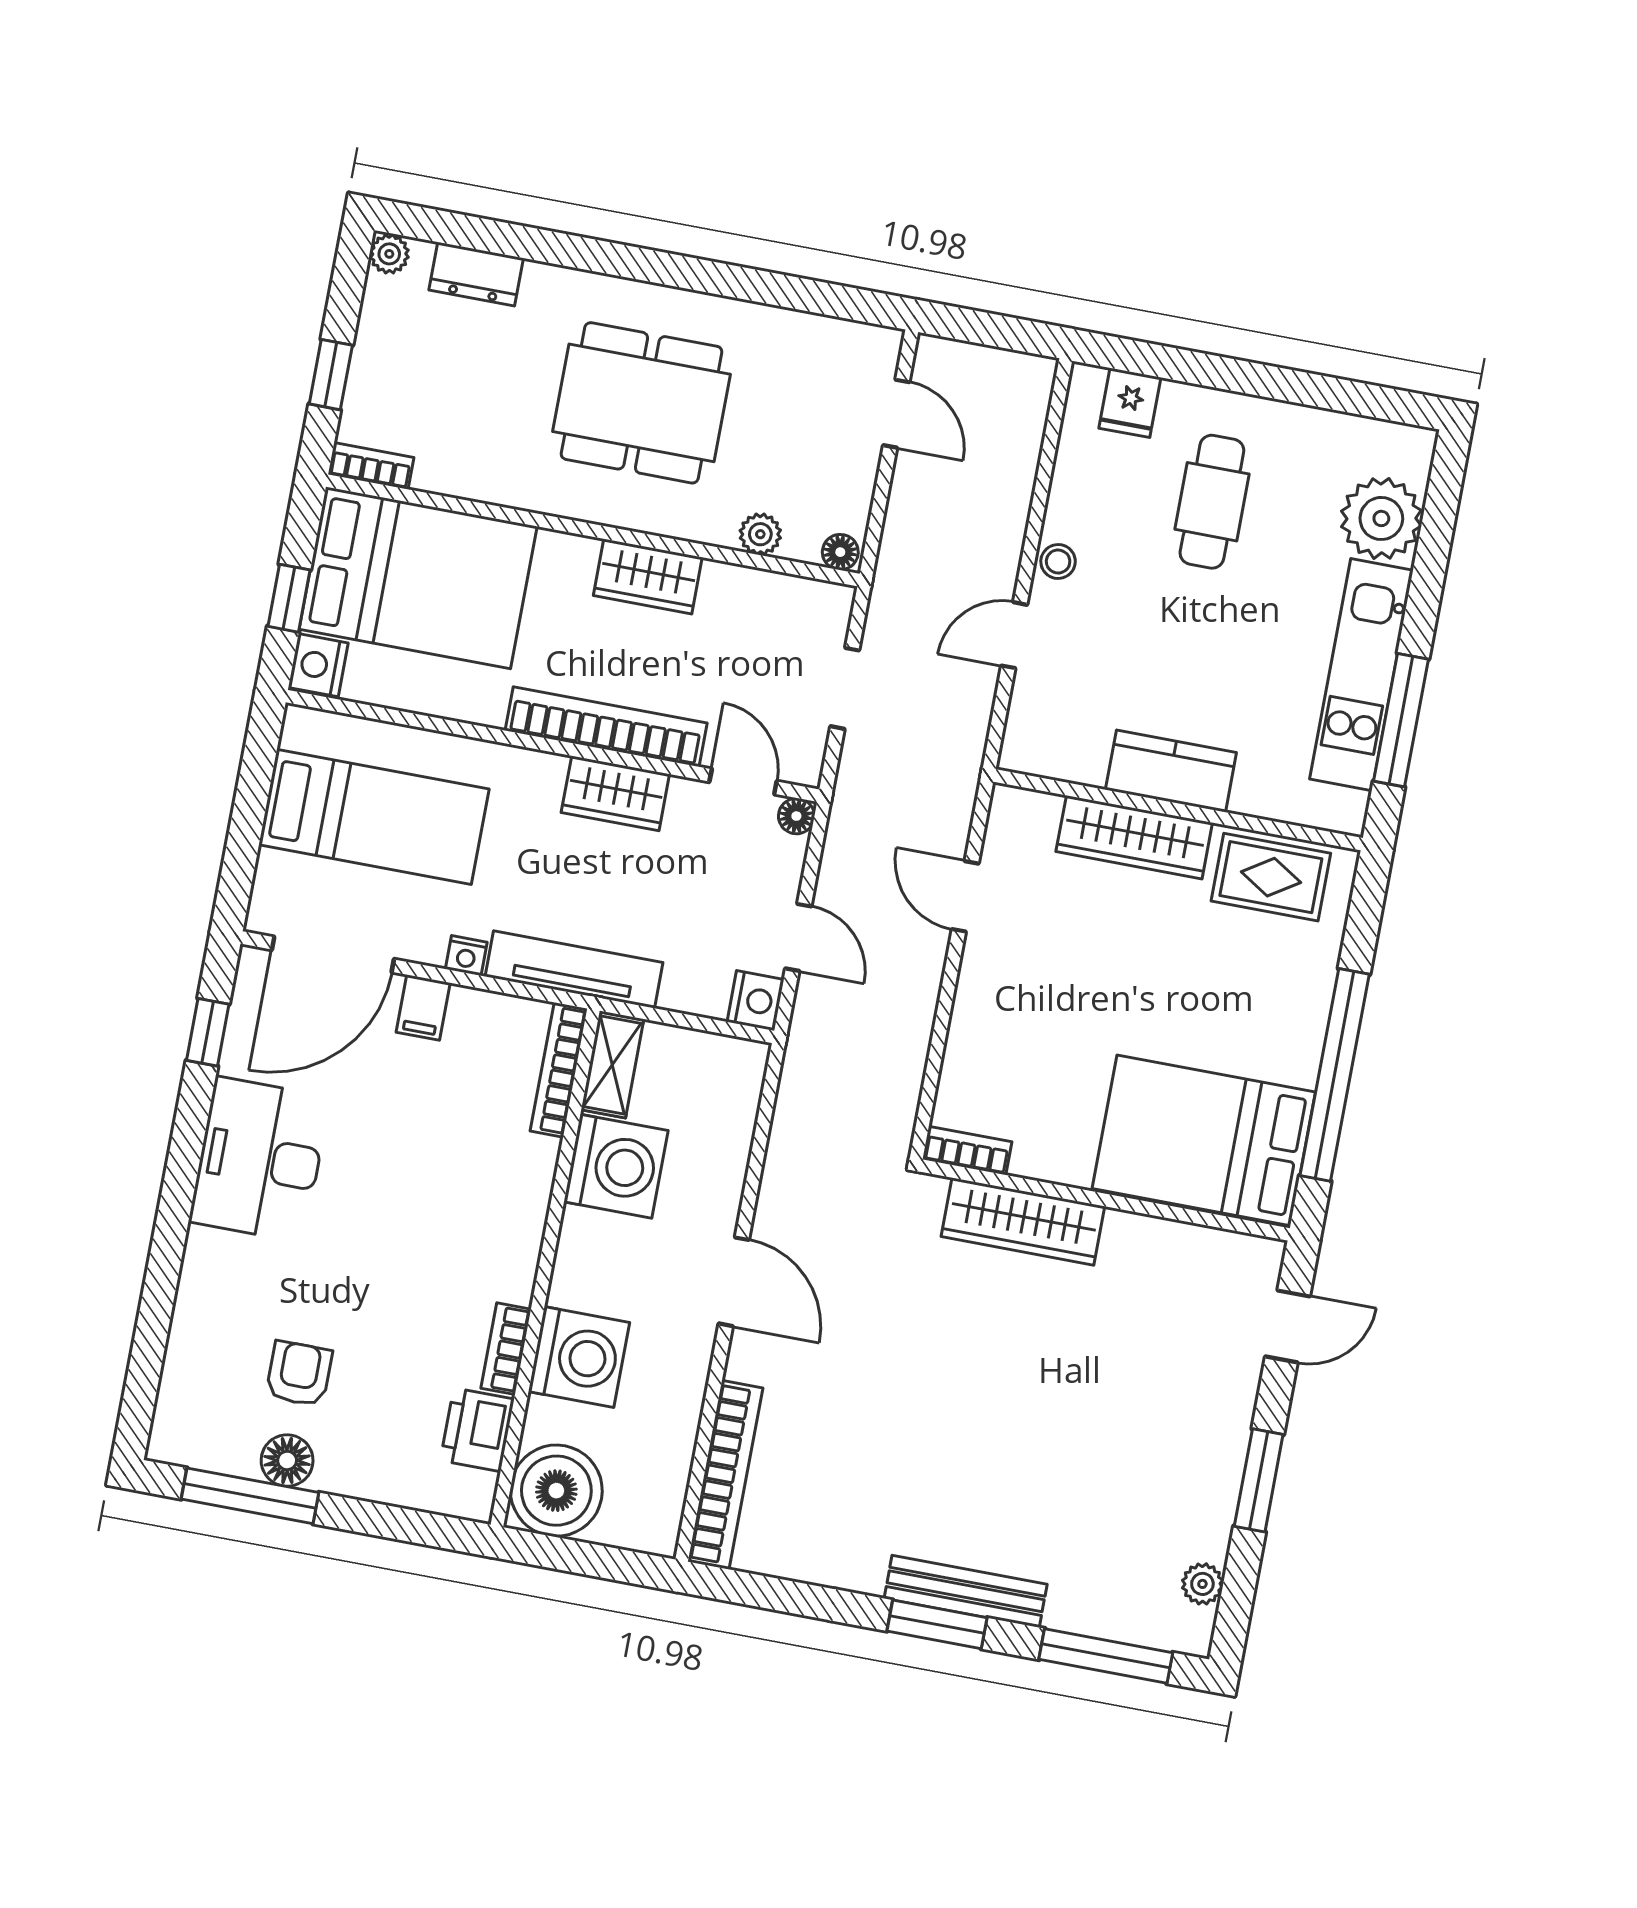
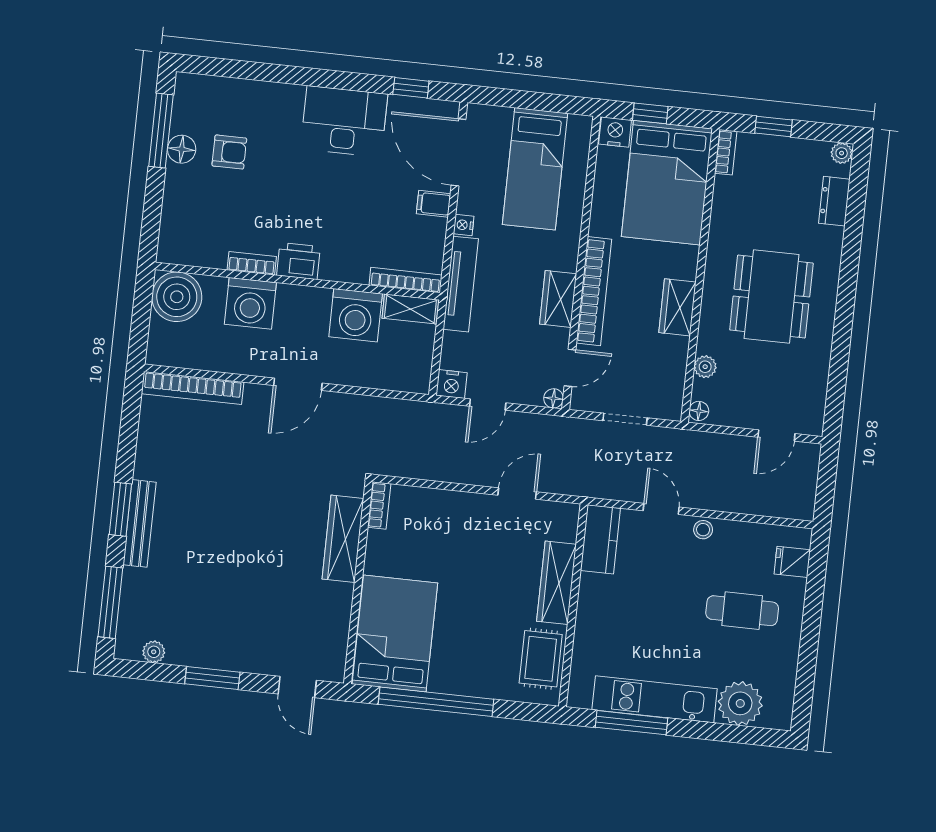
kitchen counter: (1171, 771) -> (600, 539), moved
printer: (477, 1430) -> (299, 261), moved

